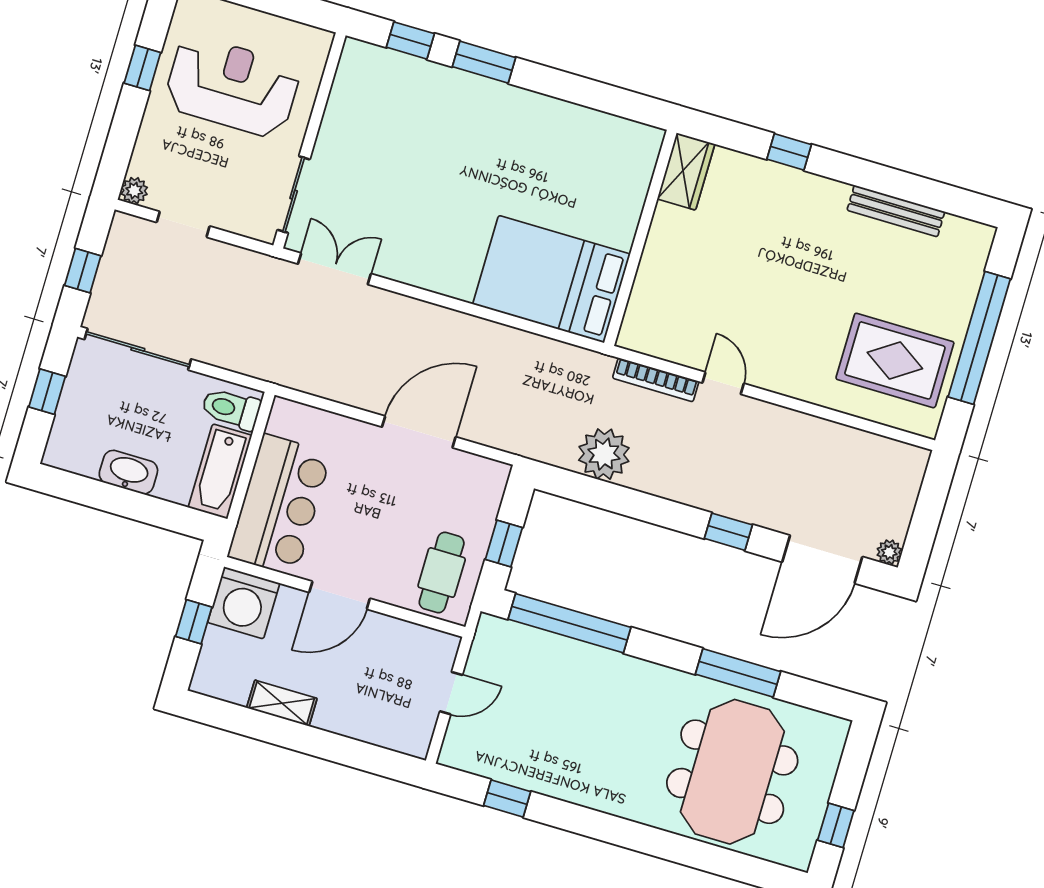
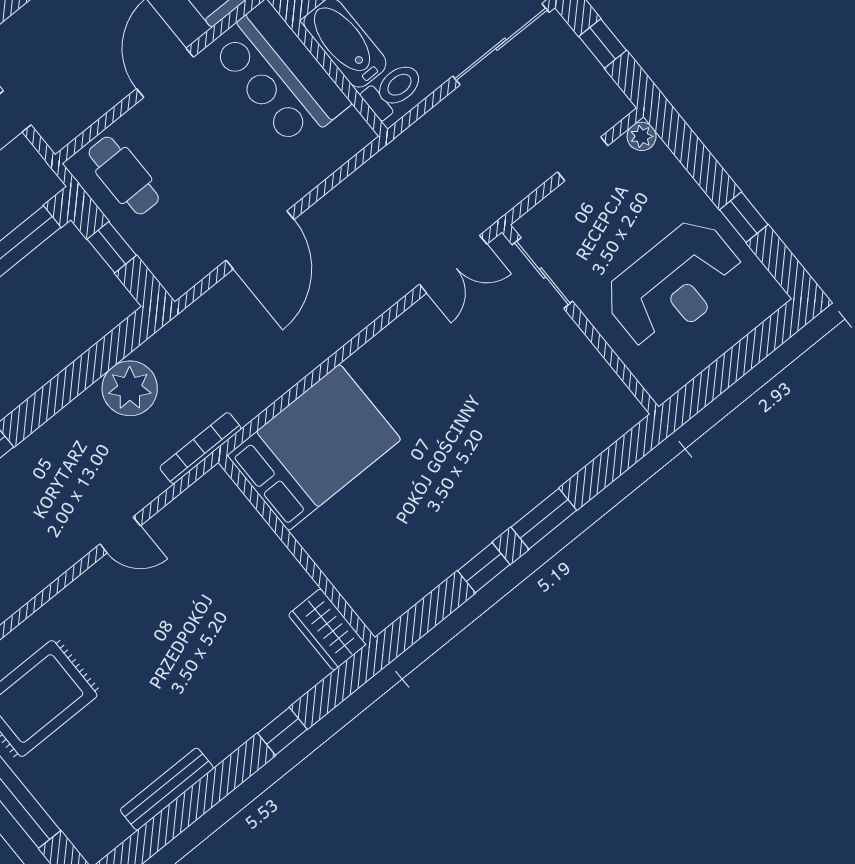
window: (410, 40) -> (484, 568), moved
bookcase: (656, 380) -> (200, 448), moved

